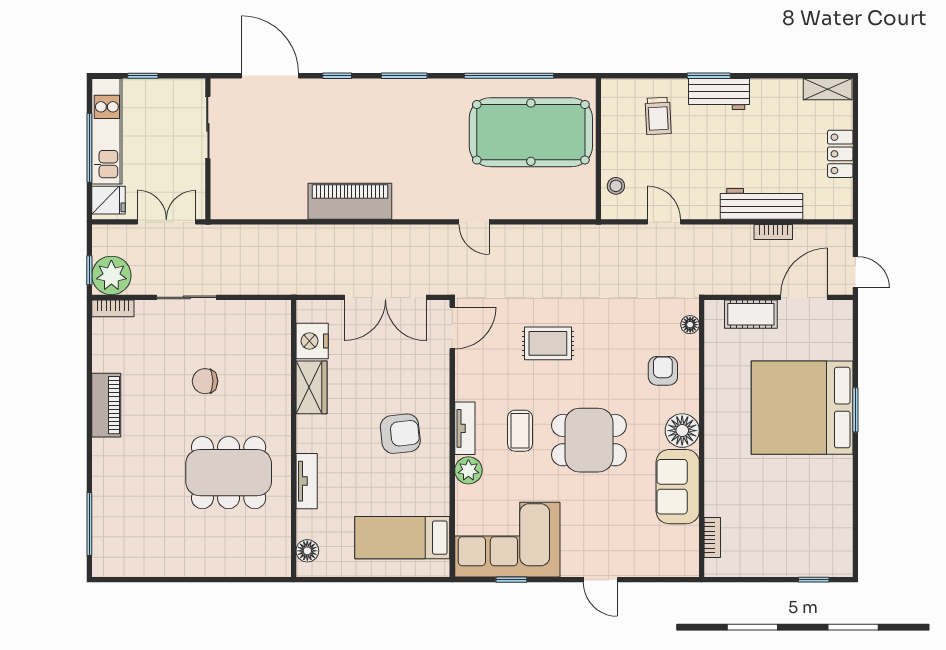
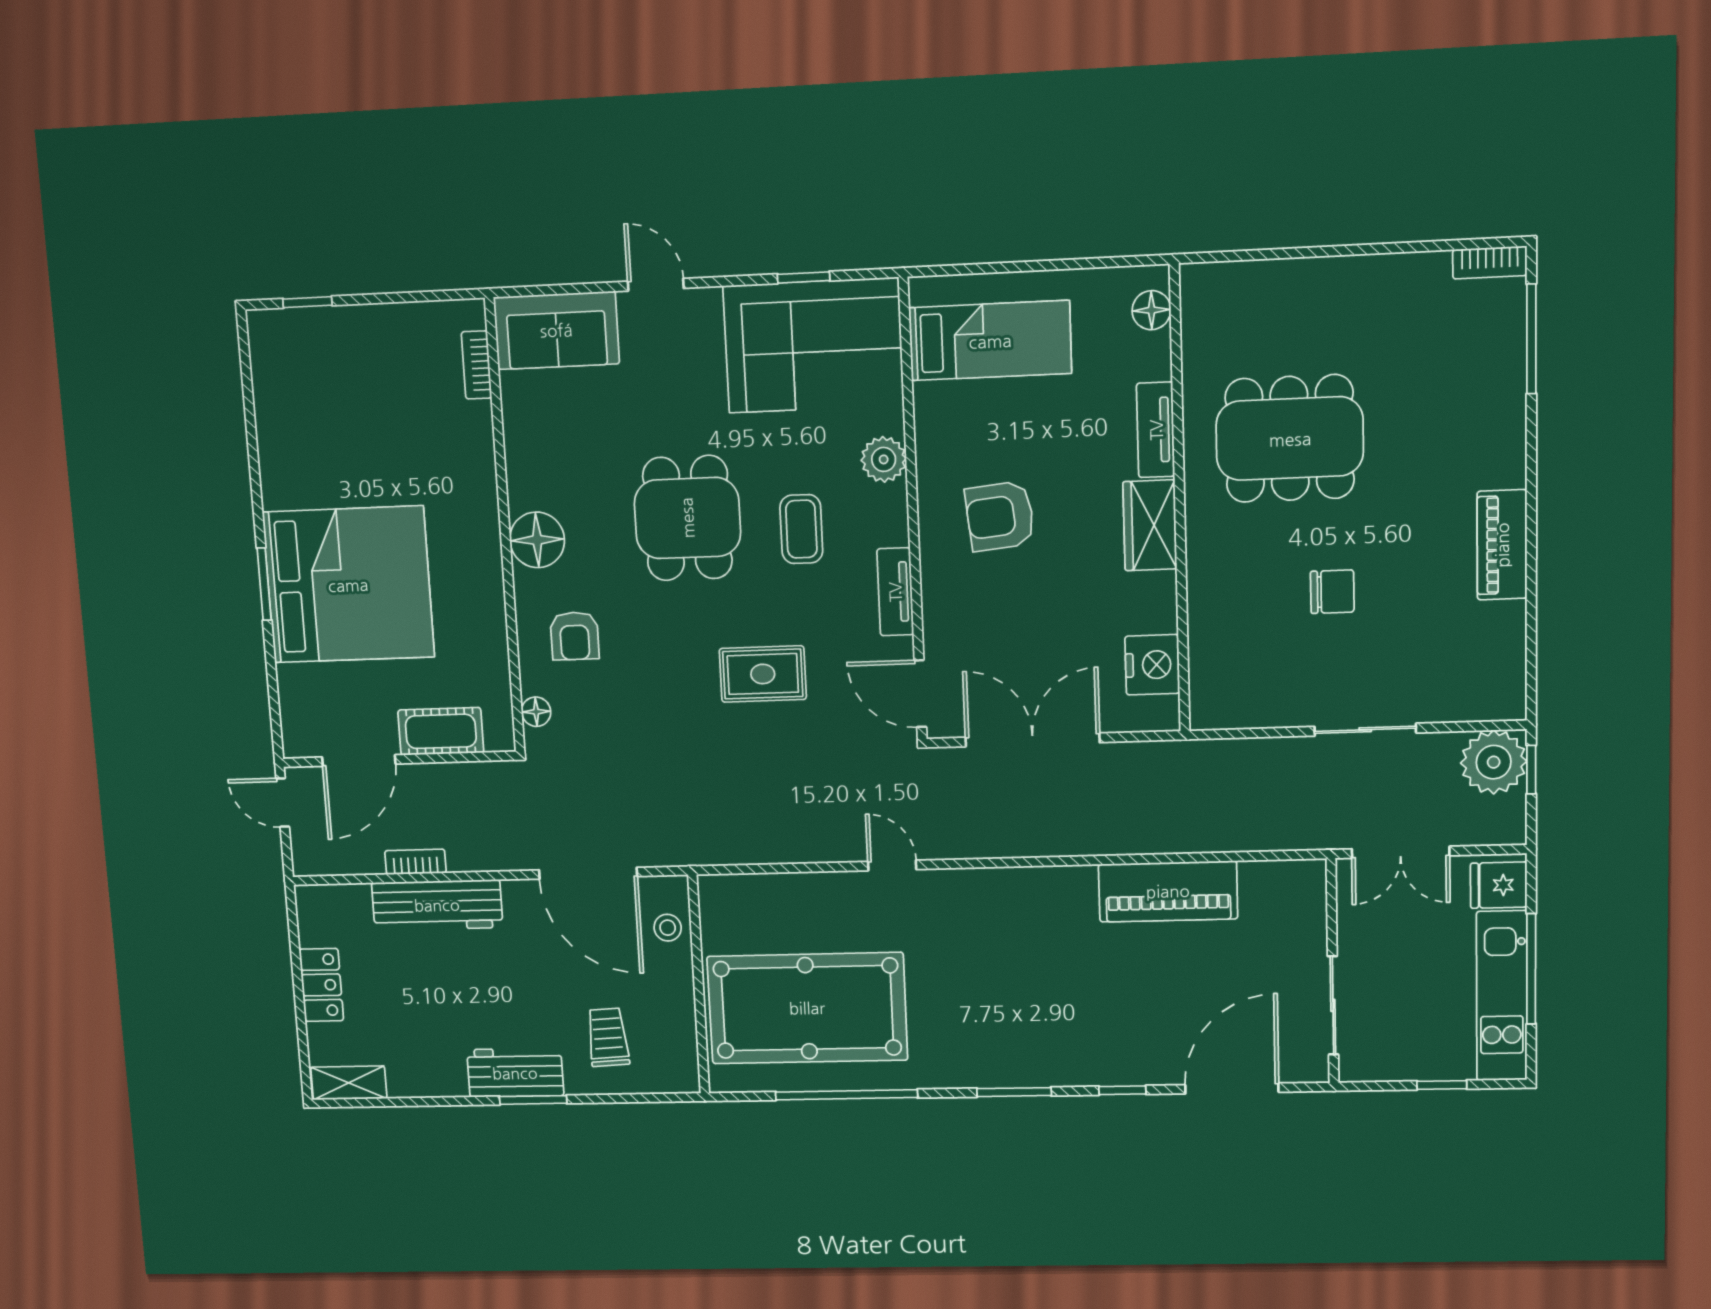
door: (270, 76) -> (1232, 1088), swing flipped
piano: (350, 201) -> (1168, 891), moved
door: (664, 222) -> (588, 873), width x1.87
bookcase: (113, 308) -> (1490, 262), moved, turned 180
door: (452, 328) -> (920, 694), hinge flipped
wardrobe: (311, 387) -> (1150, 525), moved
tv unit: (465, 428) -> (895, 592), moved
dining table: (589, 440) -> (687, 518), turned 90
sofa: (678, 487) -> (556, 330), moved, turned 90

